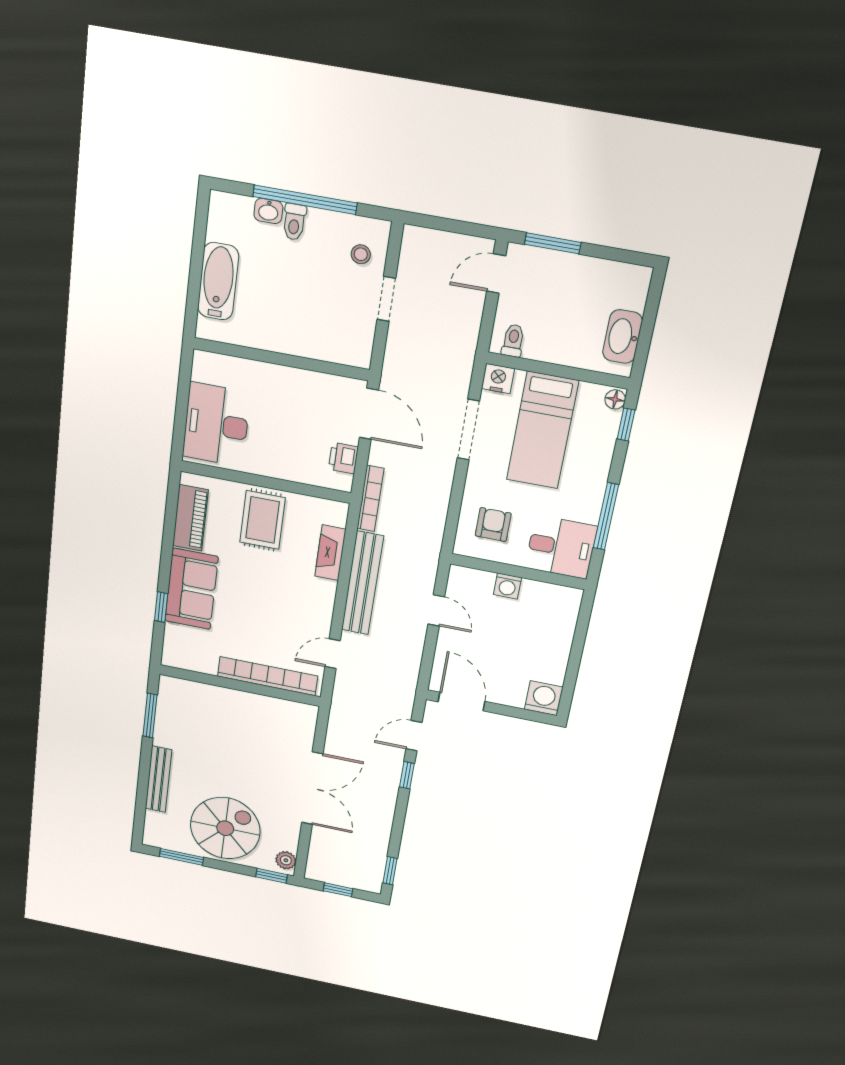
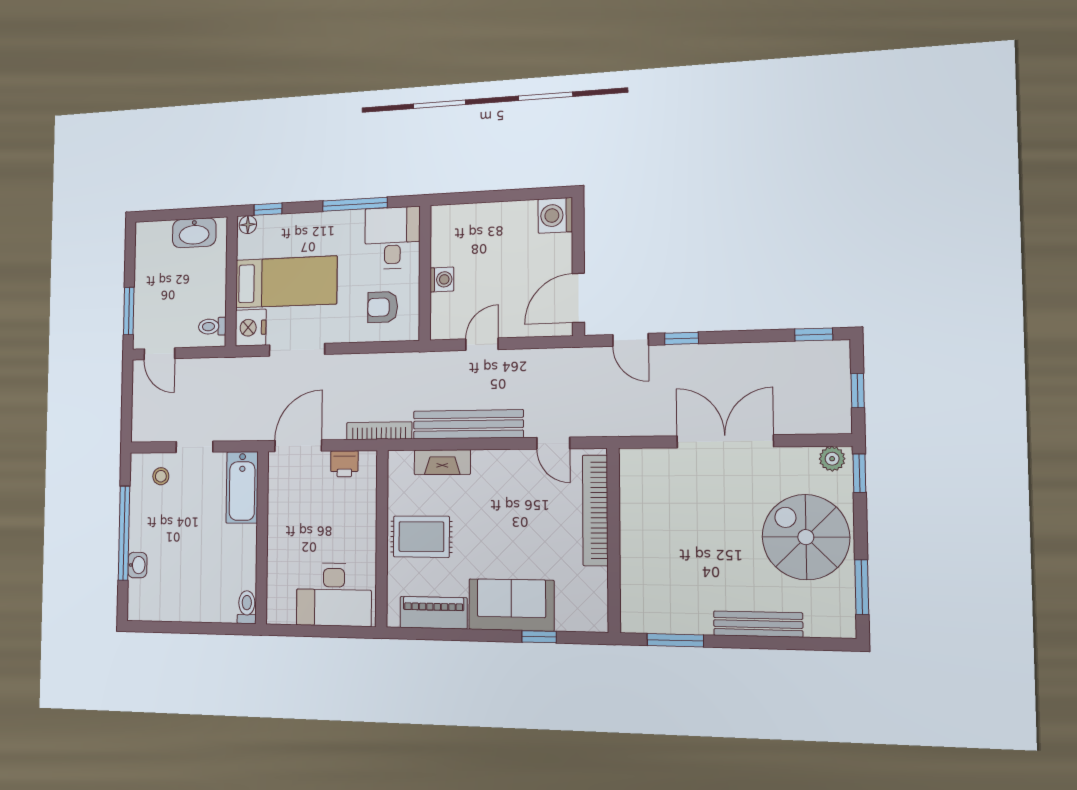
toilet: (294, 222) -> (247, 607), moved, turned -90
bathtub: (218, 281) -> (242, 487), moved, turned -90
nightstand: (498, 379) -> (251, 328), width x1.36, depth x1.33

